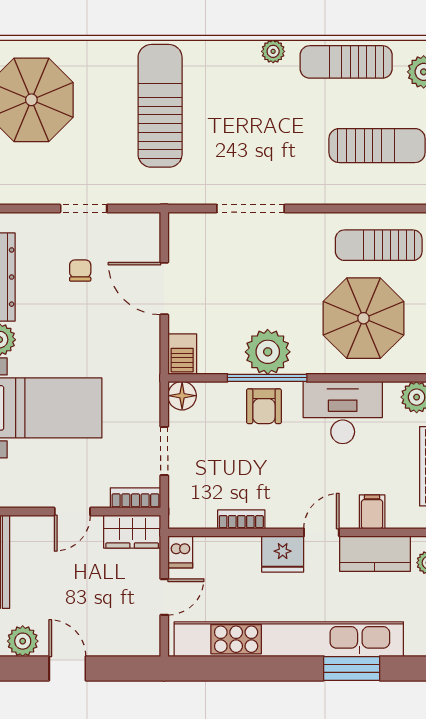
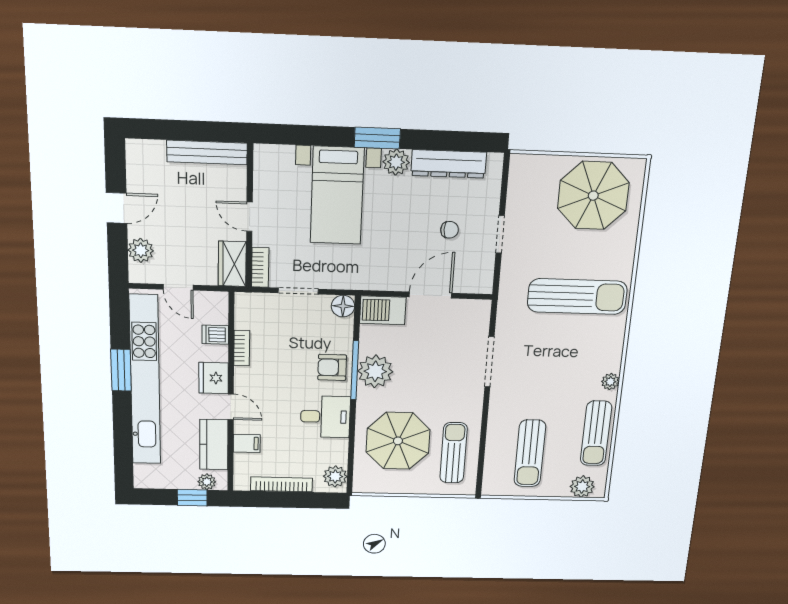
sun lounger: (346, 62) -> (596, 433), turned 180
barbecue: (182, 354) -> (383, 310), width x1.38, depth x1.27
desk: (343, 413) -> (325, 417), width x0.73
dishwasher: (180, 552) -> (215, 335), moved
plant: (23, 641) -> (141, 250), moved
window: (352, 668) -> (121, 370), moved

